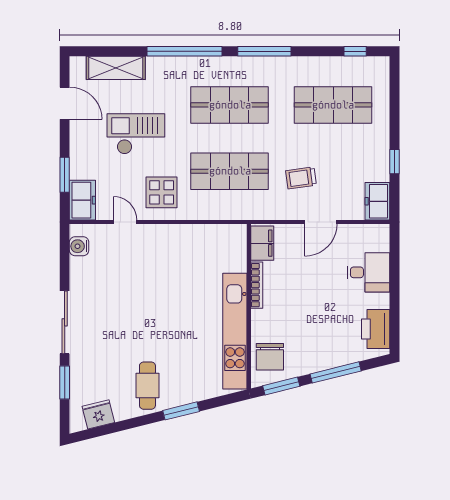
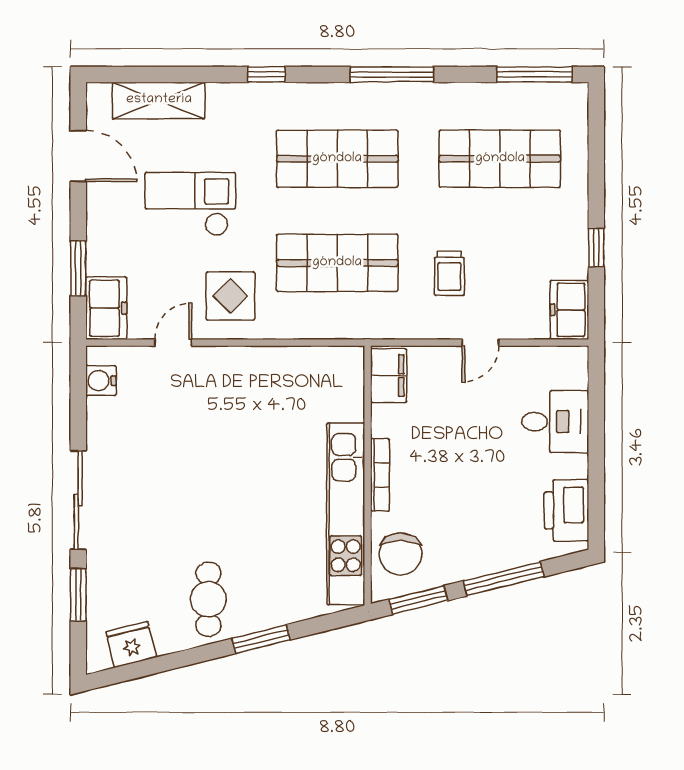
window: (184, 51) -> (266, 74), width x0.32
window: (355, 51) -> (534, 74), width x2.17
trolley: (301, 178) -> (449, 273), turned -82
door: (125, 222) -> (173, 343), hinge flipped
door: (321, 222) -> (480, 343), width x0.73
bookcase: (257, 285) -> (380, 475), moved

